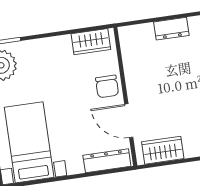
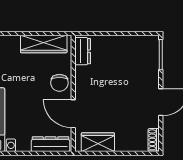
dresser: (171, 29) -> (83, 51), moved, turned -90
wardrobe: (91, 42) -> (44, 44), width x1.50

